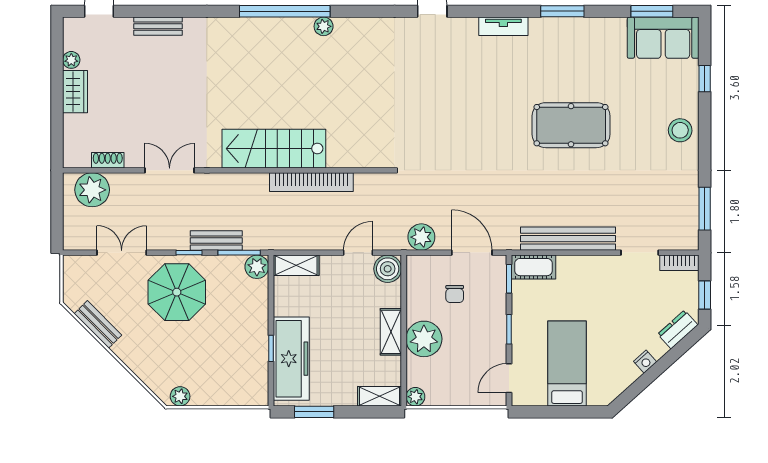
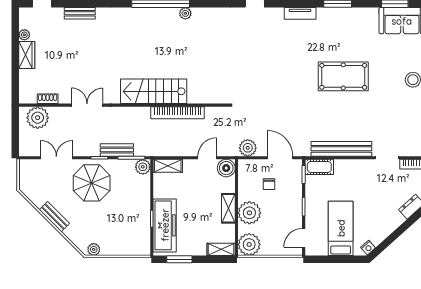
bench: (98, 324) -> (54, 217), moved
nightstand: (645, 362) -> (368, 248), moved
plant: (415, 397) -> (249, 244), width x1.88, depth x1.88

